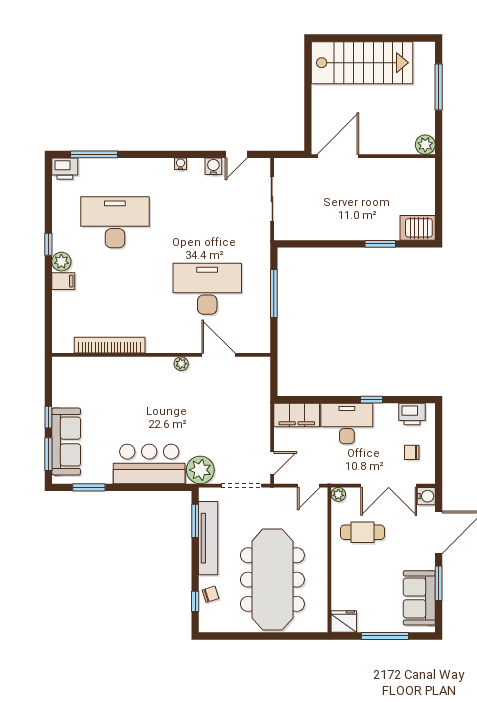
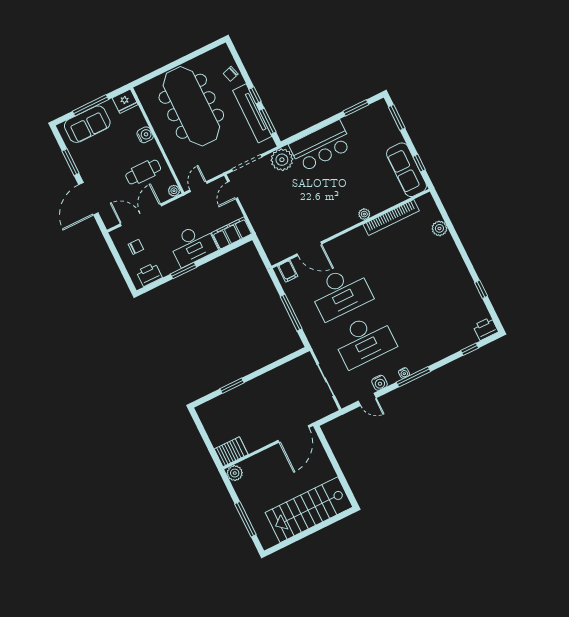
window: (94, 154) -> (470, 349), width x0.46
window: (172, 154) -> (413, 377), added
door: (236, 154) -> (367, 399), swing flipped
desk: (115, 222) -> (364, 340), moved
server rack: (418, 228) -> (231, 452), moved
window: (48, 244) -> (481, 289), moved
plant: (61, 262) -> (439, 228), moved
filing cabinet: (63, 281) -> (288, 271), moved, turned -90
plant: (181, 364) -> (364, 214), moved
window: (371, 400) -> (183, 271), width x1.50
window: (48, 417) -> (419, 163), moved
sofa: (66, 442) -> (406, 170), moved
water cooler: (426, 496) -> (145, 135), moved, turned 180
sofa: (419, 598) -> (87, 124), moved, turned 90
window: (195, 601) -> (255, 95), moved

